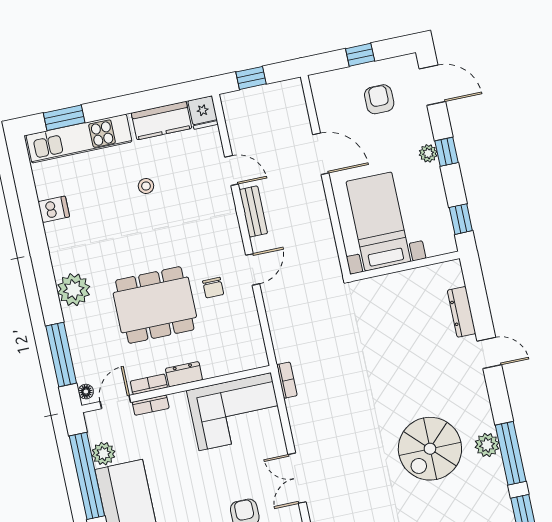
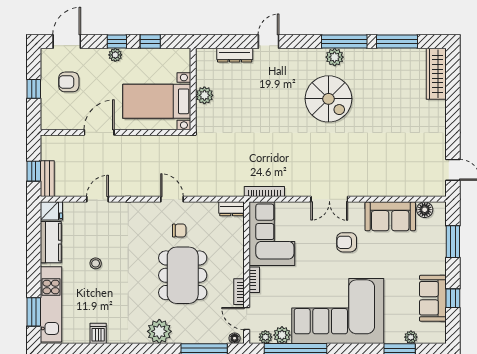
bench: (253, 211) -> (47, 179), moved, turned 90
window: (461, 219) -> (150, 41), moved
plant: (400, 283) -> (204, 95), added
dresser: (184, 374) -> (232, 209), moved, turned -90
bookcase: (287, 380) -> (264, 192), width x1.56
bookcase: (151, 405) -> (254, 280), moved
plant: (96, 432) -> (265, 337), added

